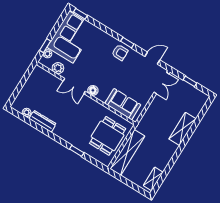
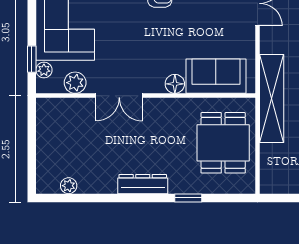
floor lamp: (93, 90) -> (175, 84), moved
dresser: (43, 121) -> (143, 184), moved
shelving: (127, 152) -> (272, 98), moved

